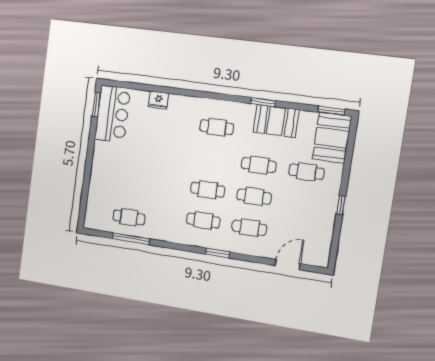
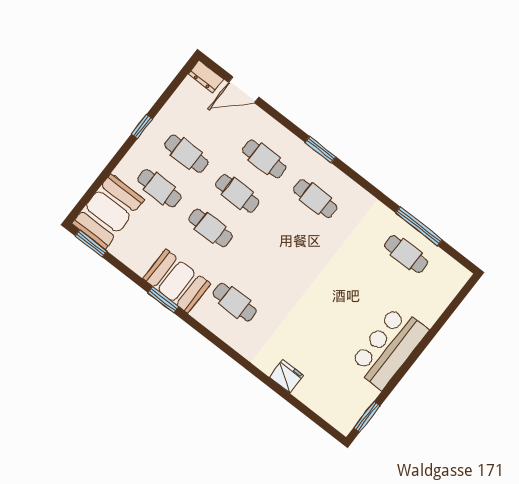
bar counter: (113, 114) -> (389, 347), moved
booth: (276, 121) -> (177, 281), moved
cafe table: (208, 190) -> (186, 154), moved
dresser: (317, 260) -> (206, 76), added

